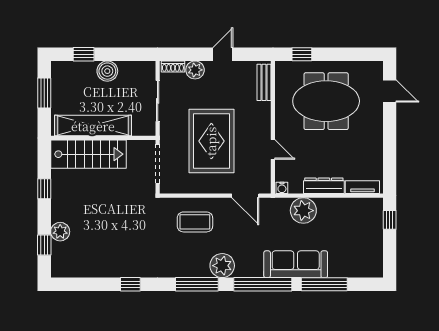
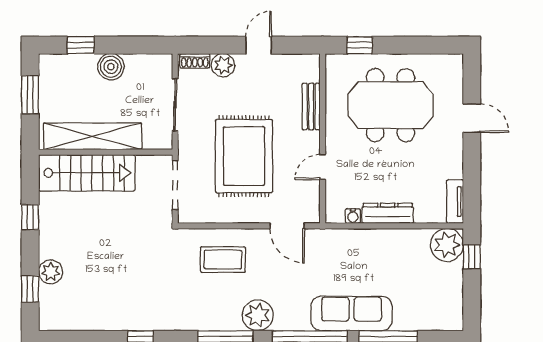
bench: (264, 82) -> (311, 107), moved
door: (390, 91) -> (472, 118), moved
door: (273, 150) -> (323, 167), swing flipped
tv unit: (362, 187) -> (455, 202), moved, turned -90
water cooler: (282, 188) -> (353, 216), moved
plant: (303, 211) -> (447, 245), moved

